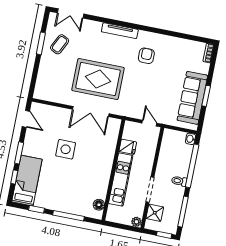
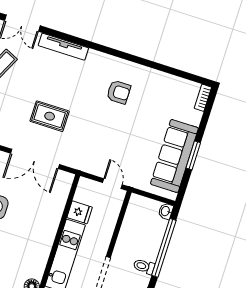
tv unit: (120, 31) -> (63, 47), moved
armchair: (146, 56) -> (119, 92), turned 90
rug: (98, 79) -> (50, 116), width x0.54, depth x0.49

